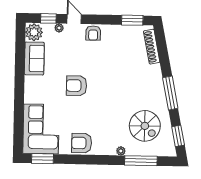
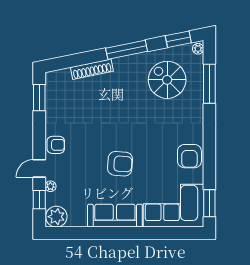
shoe rack: (152, 47) -> (92, 69), moved
sofa: (34, 58) -> (115, 216), moved, width x1.36
armchair: (76, 86) -> (120, 164), turned -86
spiral stairs: (145, 126) -> (167, 80), turned -90
plant: (121, 151) -> (198, 49), moved

